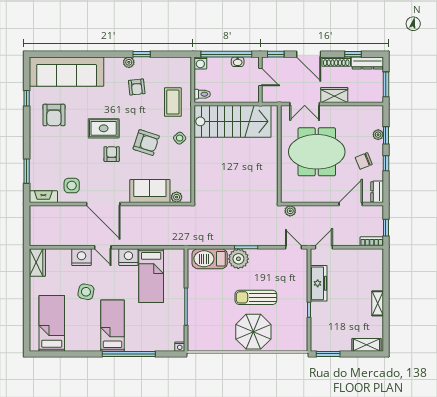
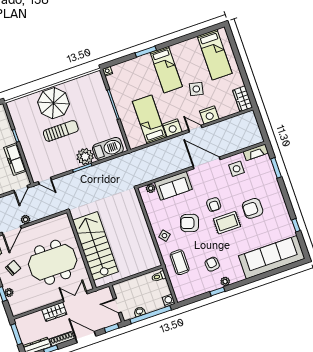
armchair: (54, 115) -> (253, 208), moved, turned -90
stairs: (233, 121) -> (95, 246), moved, turned 90
plant: (290, 211) -> (26, 220), moved
window: (129, 354) -> (146, 52), width x0.47

